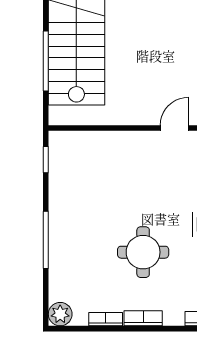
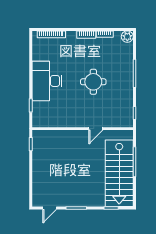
door: (174, 128) -> (96, 129), moved
round table: (143, 252) -> (93, 82), moved

